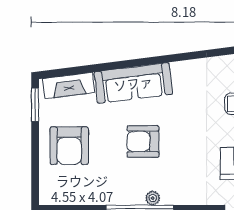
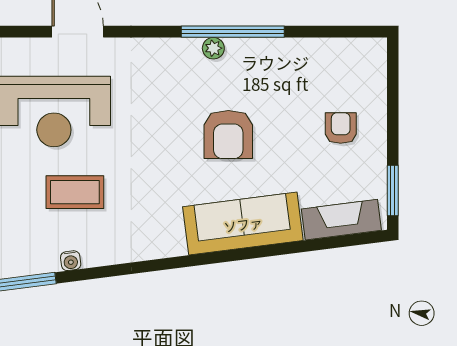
armchair: (143, 141) -> (228, 134), turned 90
armchair: (69, 146) -> (341, 128), width x0.53, depth x0.53

